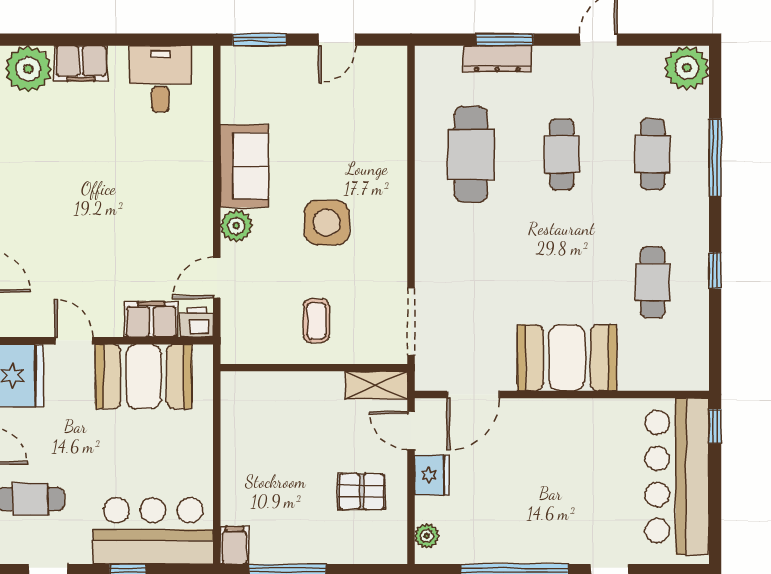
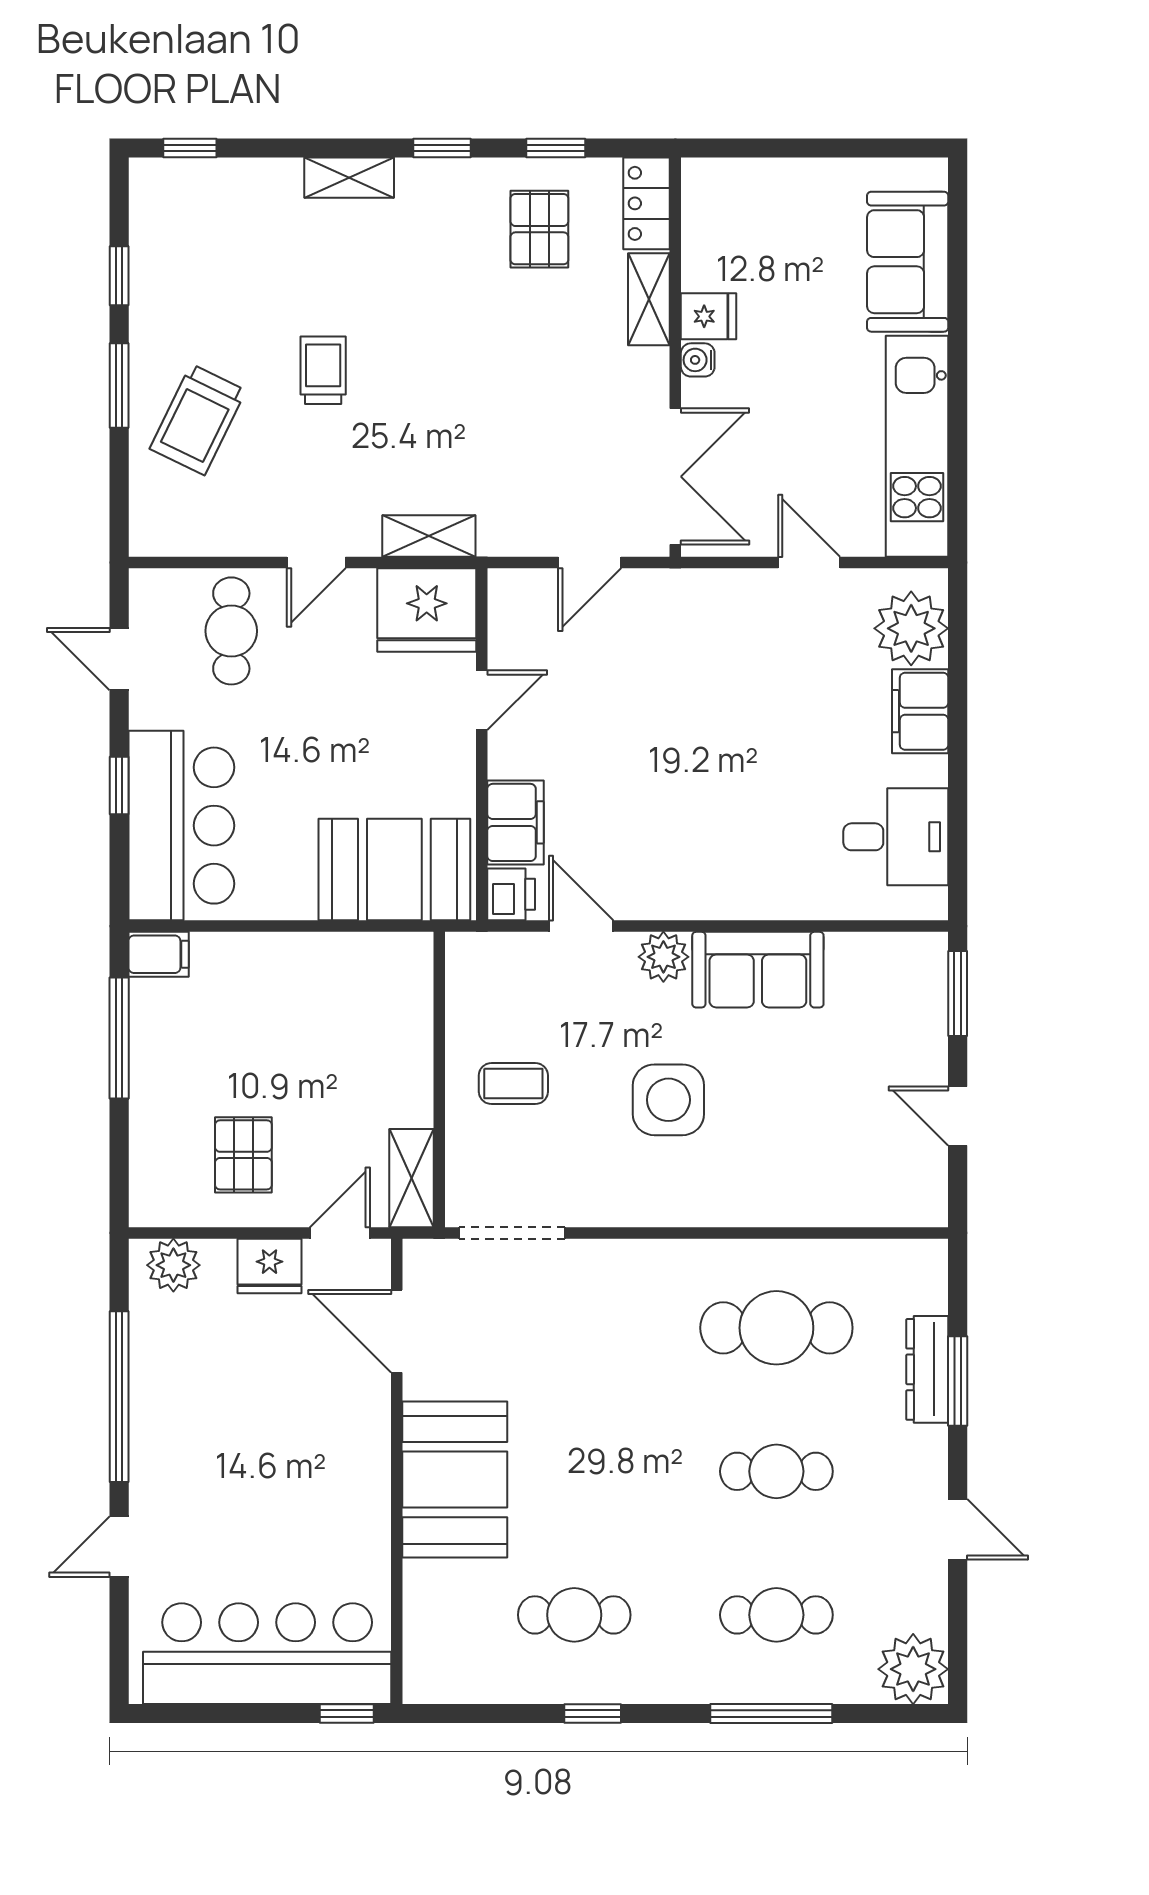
booth: (144, 377) -> (394, 870), moved, turned 90
plant: (427, 536) -> (173, 1265), width x1.38, depth x1.38

